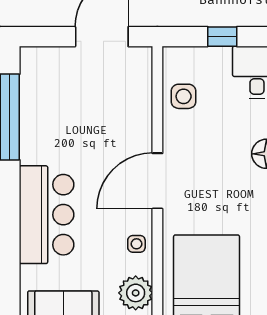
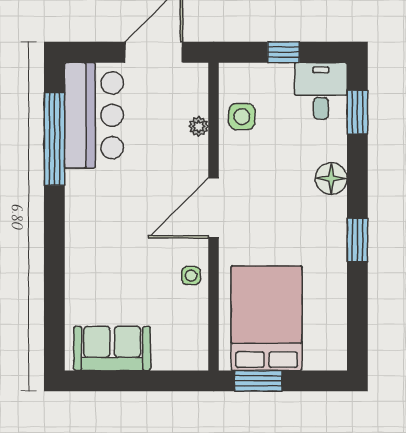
bar counter: (46, 215) -> (94, 115), moved
plant: (136, 293) -> (199, 126), moved, width x0.53, depth x0.53

